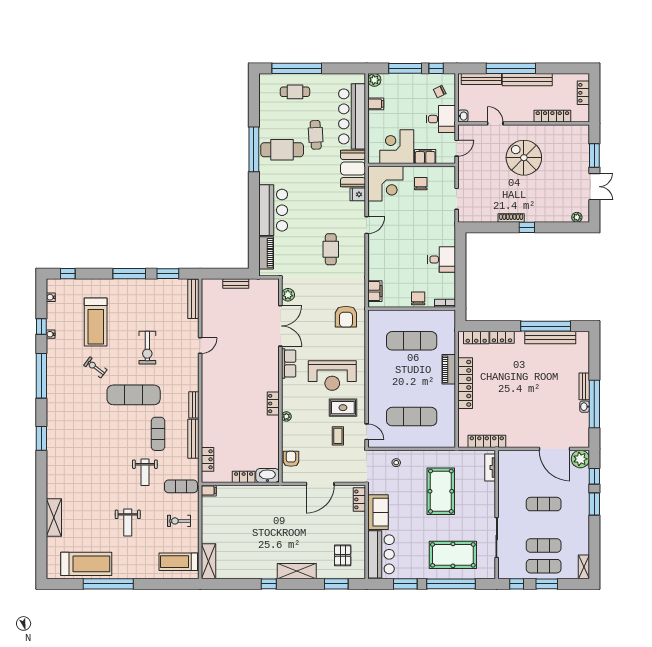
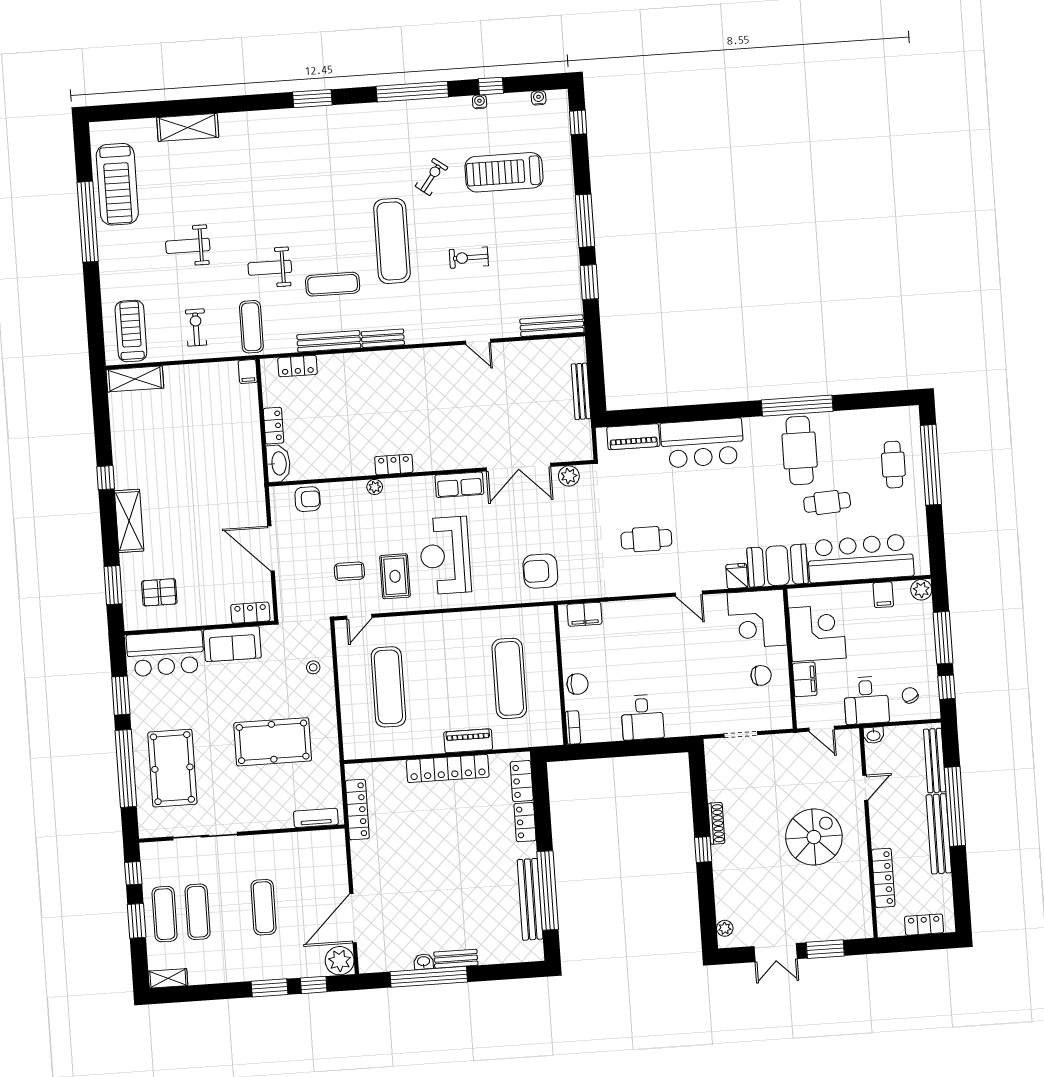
bench: (236, 284) -> (581, 391), width x1.36
exercise bike: (147, 348) -> (469, 258), width x0.73, depth x0.72

